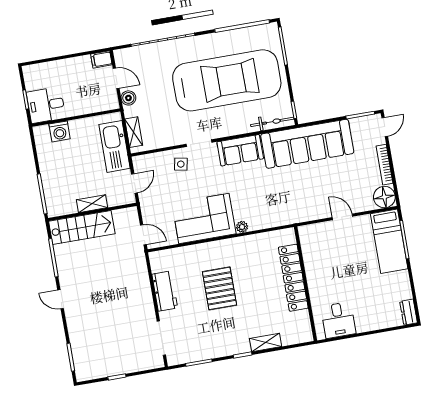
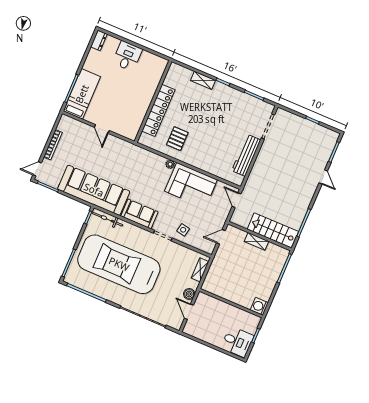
filing cabinet: (101, 59) -> (191, 330), removed
desk: (46, 105) -> (237, 342), moved
washing machine: (60, 131) -> (259, 306), moved, turned -90
kitchen sink: (114, 146) -> (218, 269), removed
floor lamp: (384, 197) -> (66, 124), removed
pallet: (219, 288) -> (177, 139), moved, width x0.67, depth x0.71
workbench: (165, 291) -> (246, 155), width x1.37
door: (61, 299) -> (323, 177), moved
desk: (338, 320) -> (127, 56), moved

